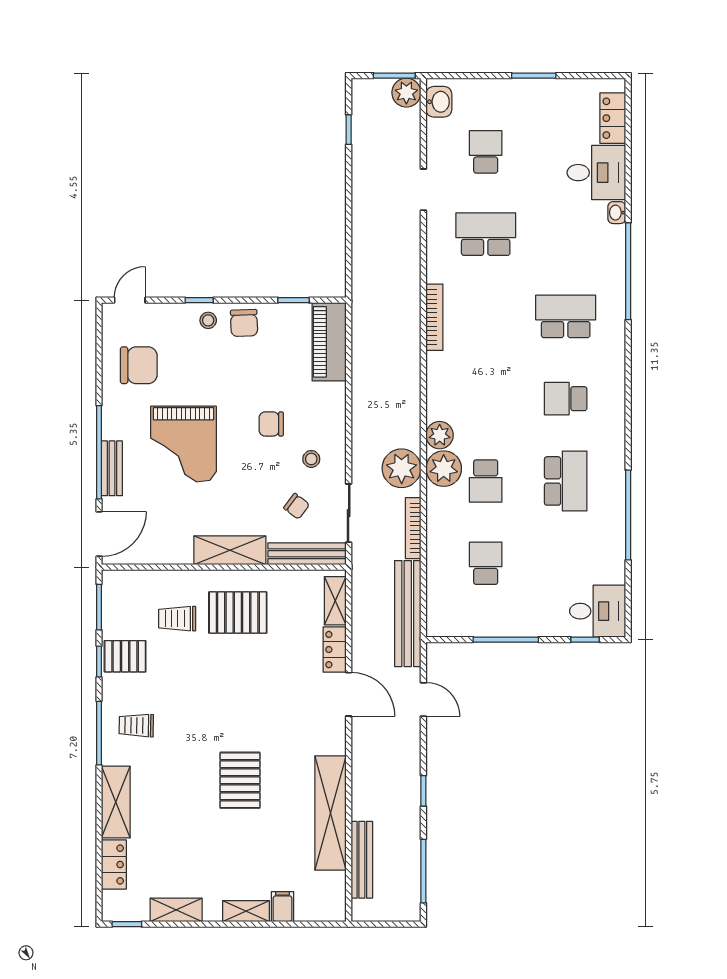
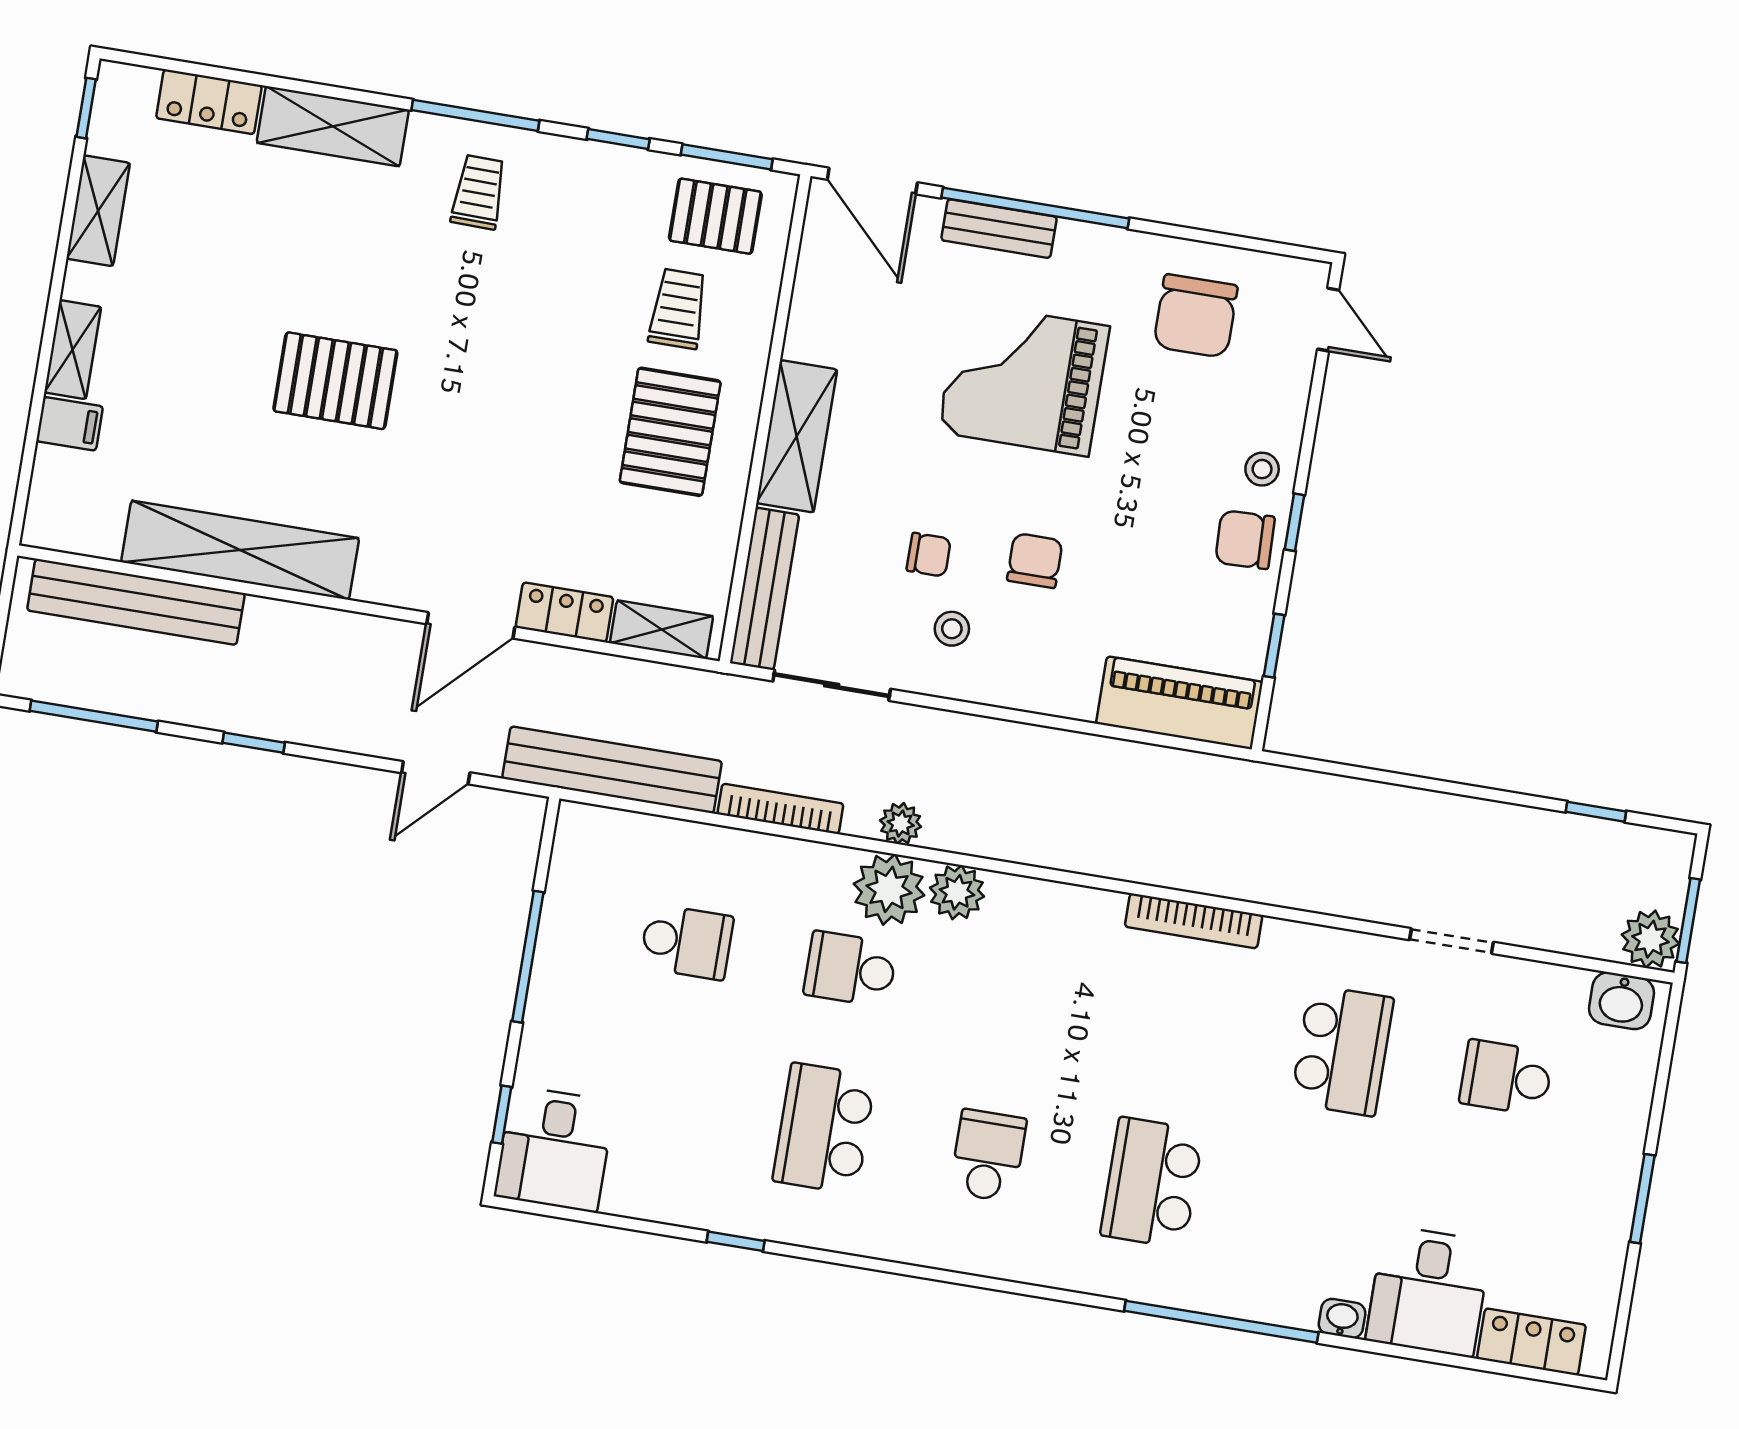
school desk: (486, 152) -> (1506, 1078), turned 180
window: (199, 300) -> (1295, 522), moved
school desk: (566, 316) -> (1152, 1183), turned 180
plant: (402, 468) -> (901, 824), width x0.53, depth x0.53
school desk: (566, 481) -> (824, 1128), turned 90
chair: (297, 506) -> (929, 555), moved, turned -127
window: (628, 515) -> (736, 1241), width x0.32
pallet: (125, 656) -> (715, 216), moved, turned 90
bench: (362, 860) -> (136, 602), width x1.37, depth x1.21

